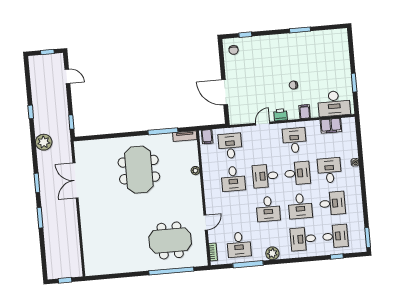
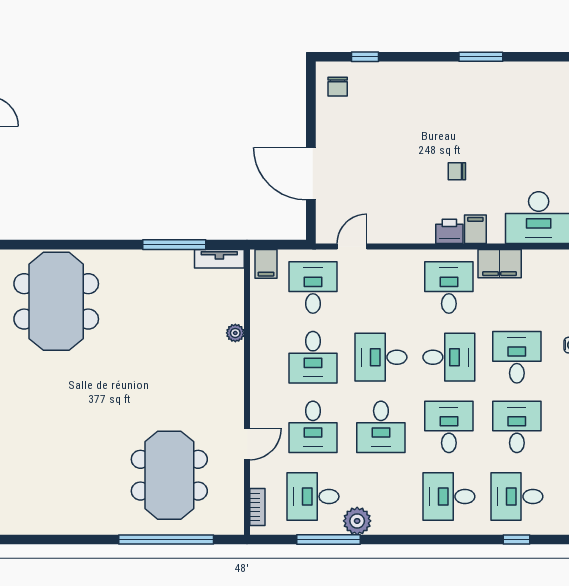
printer: (280, 115) -> (449, 231), moved
door: (263, 123) -> (352, 246), moved
filing cabinet: (331, 126) -> (500, 264), moved
meeting table: (139, 170) -> (56, 301), moved
desk: (332, 203) -> (517, 427), turned -90
desk: (300, 206) -> (449, 427), turned 180
desk: (236, 212) -> (313, 427), added
desk: (335, 236) -> (517, 497), turned 180
meeting table: (170, 240) -> (169, 475), turned 90
desk: (239, 245) -> (313, 497), turned 90
plant: (272, 253) -> (357, 521), moved

